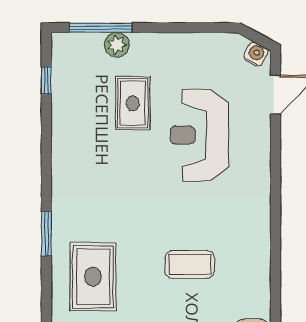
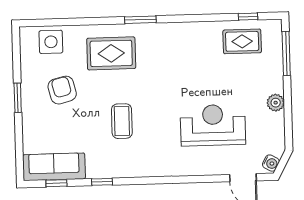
plant: (117, 45) -> (276, 103), moved
rug: (133, 103) -> (242, 41), moved
window: (275, 295) -> (102, 182), added

